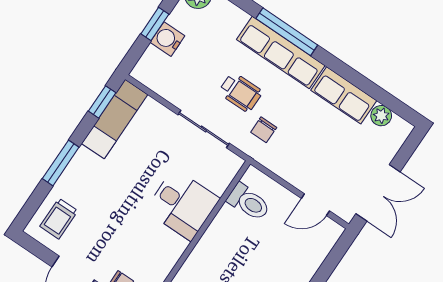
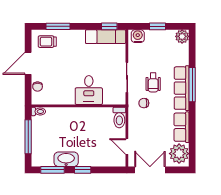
water cooler: (167, 39) -> (138, 36), moved
plant: (381, 116) -> (179, 154), width x1.88, depth x1.88
window: (61, 163) -> (58, 26), moved
double door: (378, 193) -> (150, 170), swing flipped
toilet: (249, 202) -> (119, 118), moved

